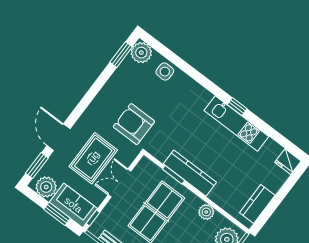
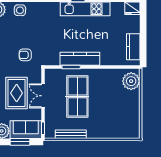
armchair: (134, 124) -> (25, 55), width x0.53, depth x0.53
plant: (206, 212) -> (107, 74), removed

